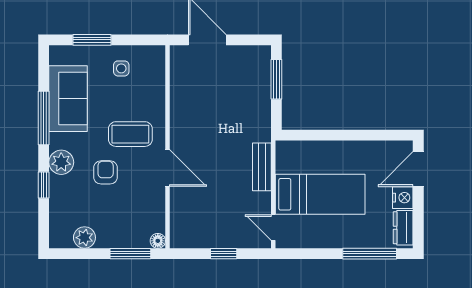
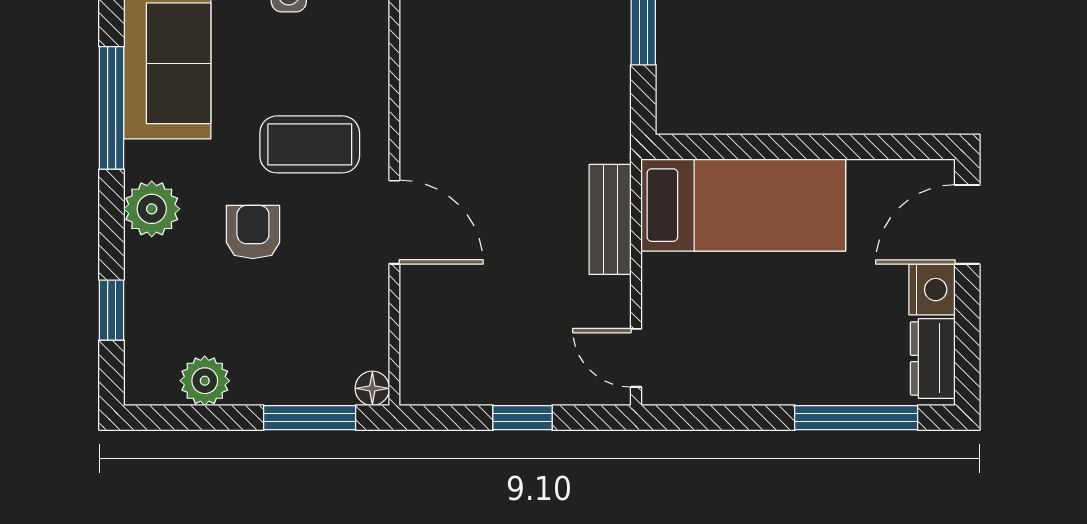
window: (44, 185) -> (112, 310), moved
bed: (320, 194) -> (743, 205), moved

